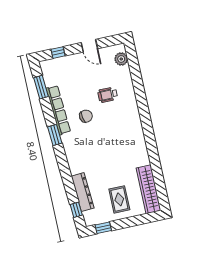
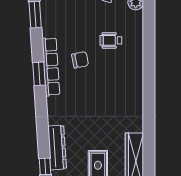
row of seats: (58, 110) -> (51, 67), moved

